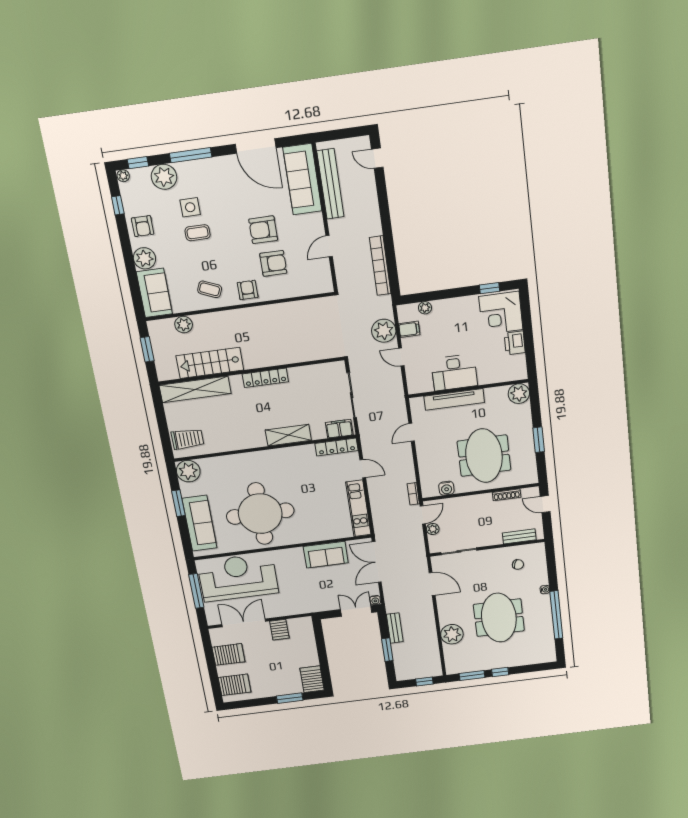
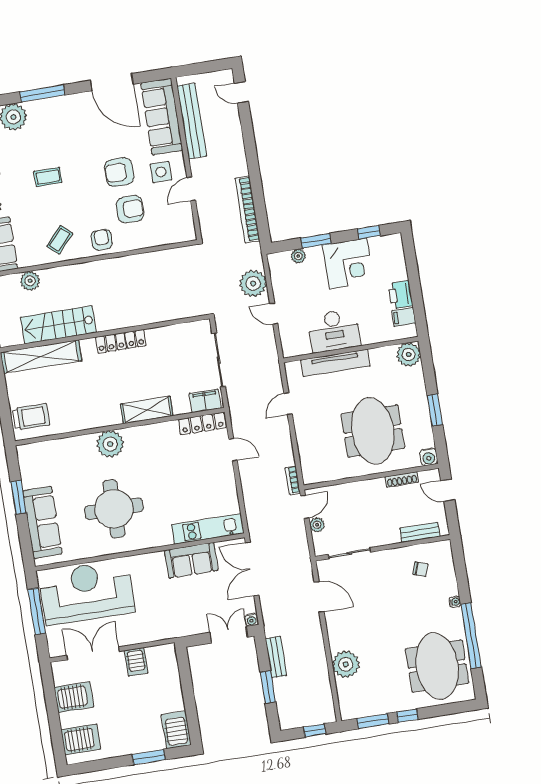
side table: (190, 207) -> (161, 172), moved
coffee table: (210, 289) -> (60, 240), turned -71
window: (442, 295) -> (316, 241), added
corner desk: (501, 313) -> (348, 264), moved, turned -90
filing cabinet: (409, 329) -> (404, 317), moved, turned 180
plant: (188, 471) -> (110, 444), moved
water cooler: (446, 488) -> (429, 457), moved
kitchen unit: (358, 508) -> (208, 529), moved, turned 90
round table: (260, 514) -> (114, 509), width x0.73, depth x0.73
meeting table: (499, 618) -> (437, 666), moved

